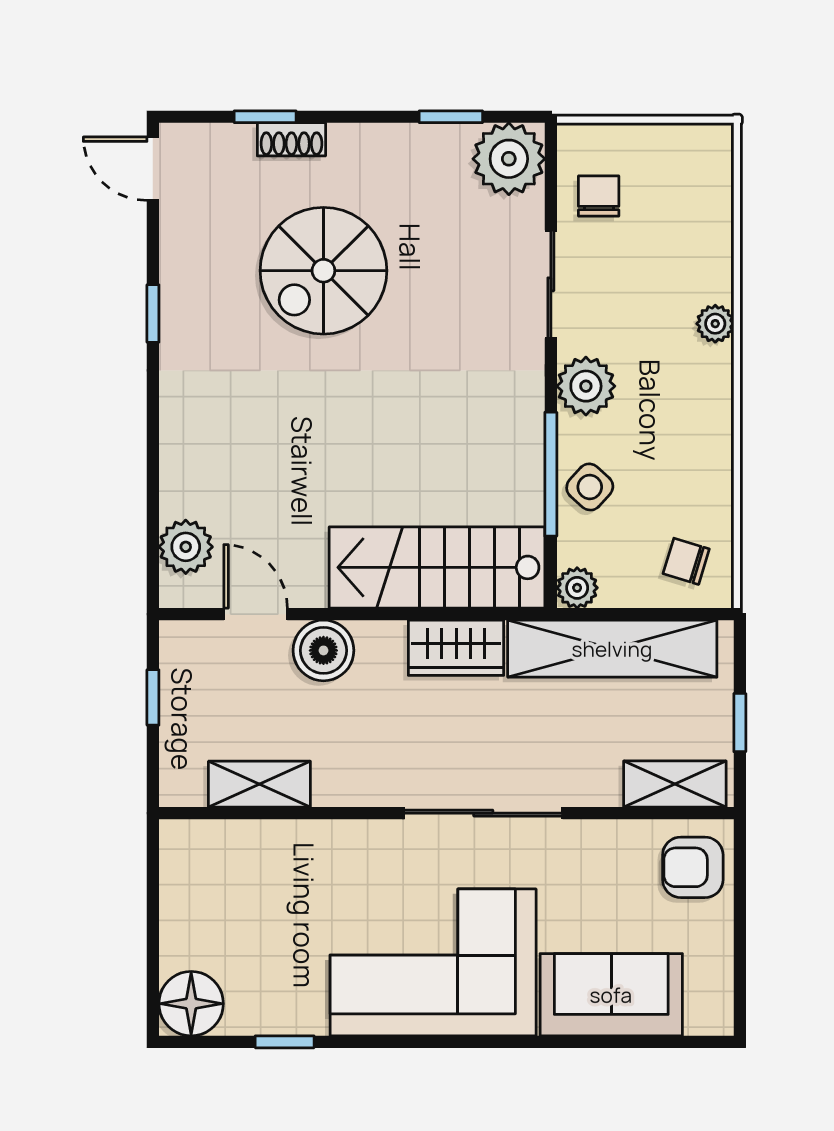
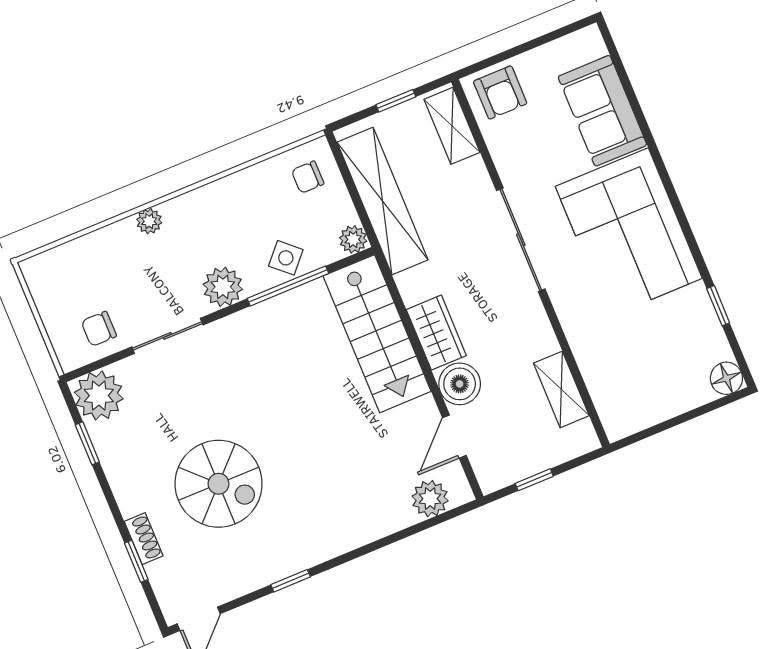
chair: (686, 561) -> (308, 177), turned 73
wardrobe: (456, 648) -> (436, 333), moved
floor lamp: (191, 1004) -> (726, 378), width x0.73, depth x0.73

